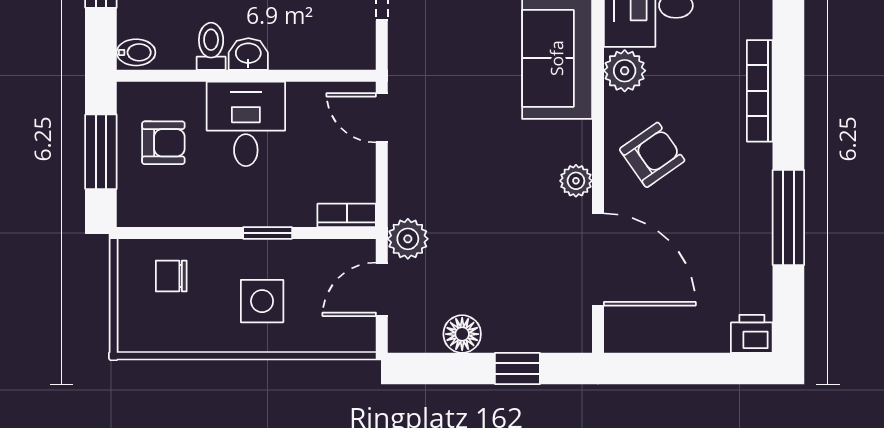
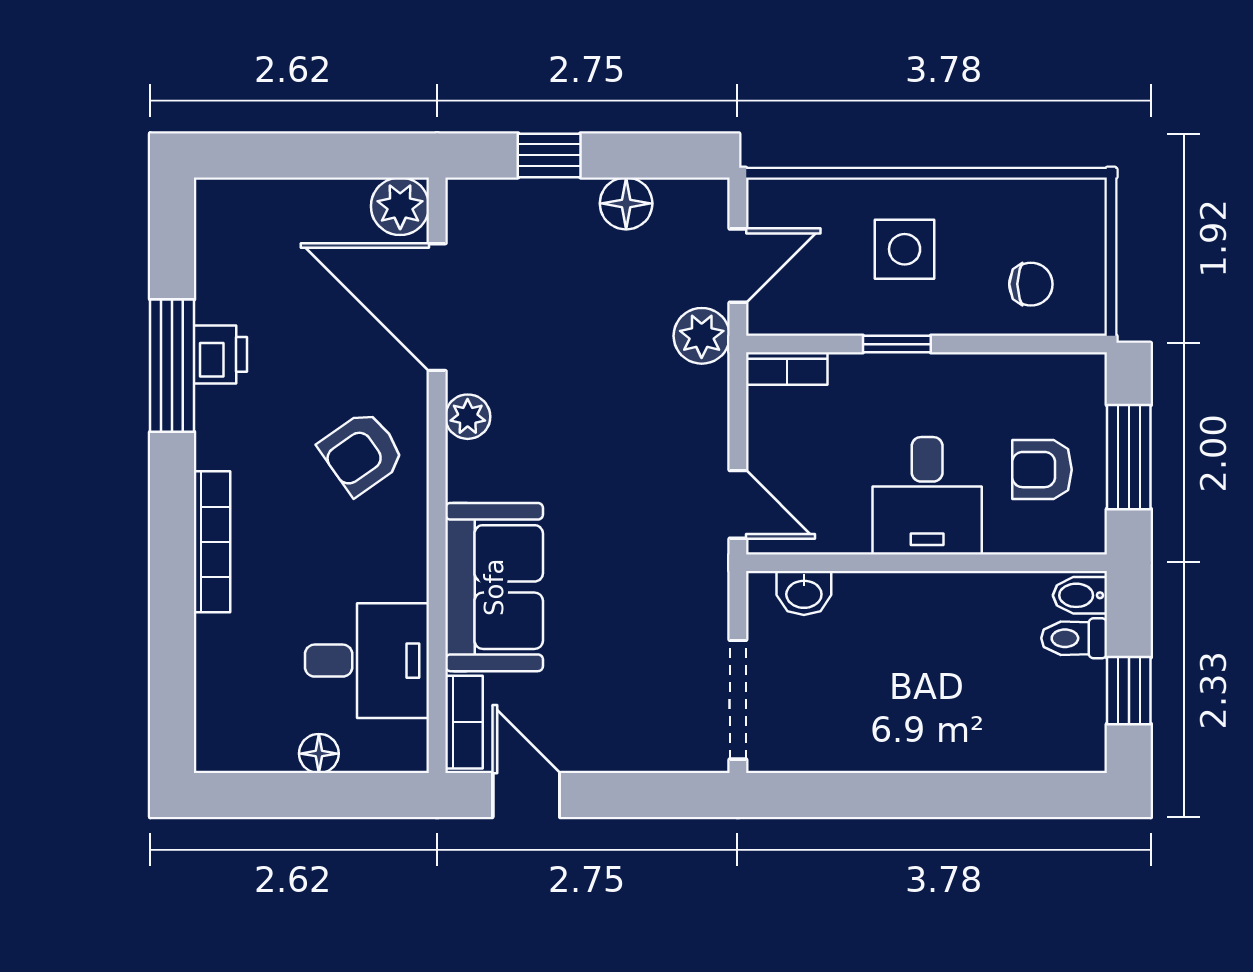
toilet: (211, 46) -> (1074, 638), moved, turned 90
washbasin: (248, 54) -> (804, 593), moved
plant: (625, 71) -> (400, 206), moved
printer: (752, 334) -> (220, 354), moved, turned -90

